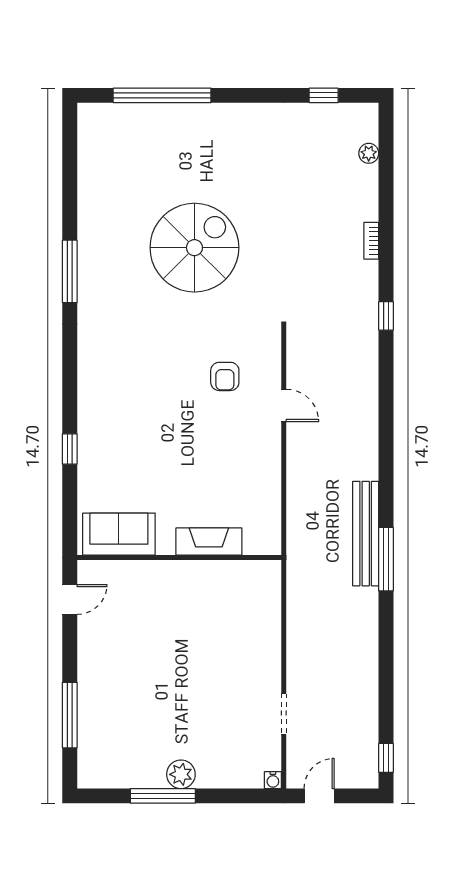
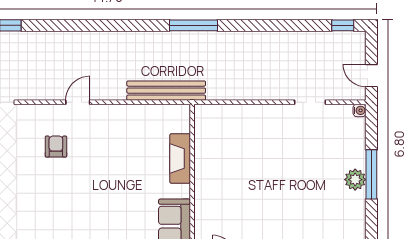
armchair: (225, 376) -> (56, 147), turned -90
bench: (366, 534) -> (166, 91), moved
window: (163, 796) -> (371, 174), moved

